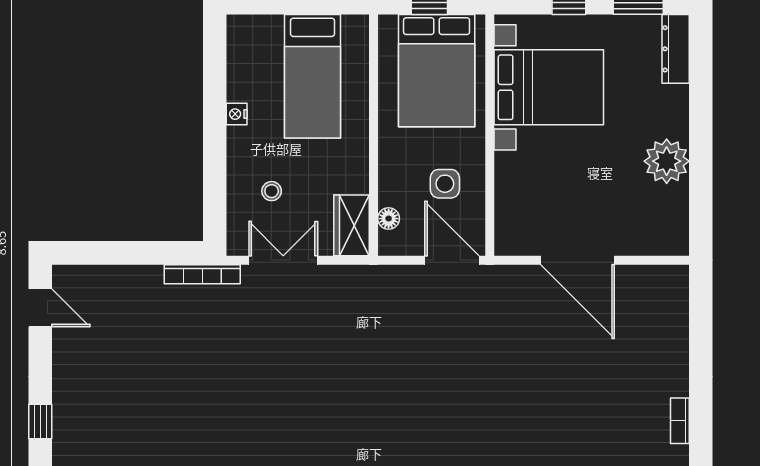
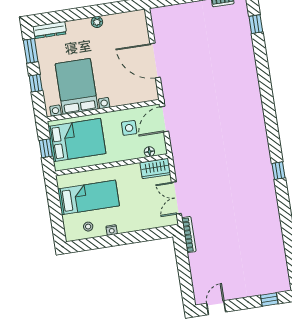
plant: (667, 161) -> (97, 22), width x0.53, depth x0.53
stool: (272, 191) -> (88, 227), moved
door: (578, 260) -> (155, 61), swing flipped

